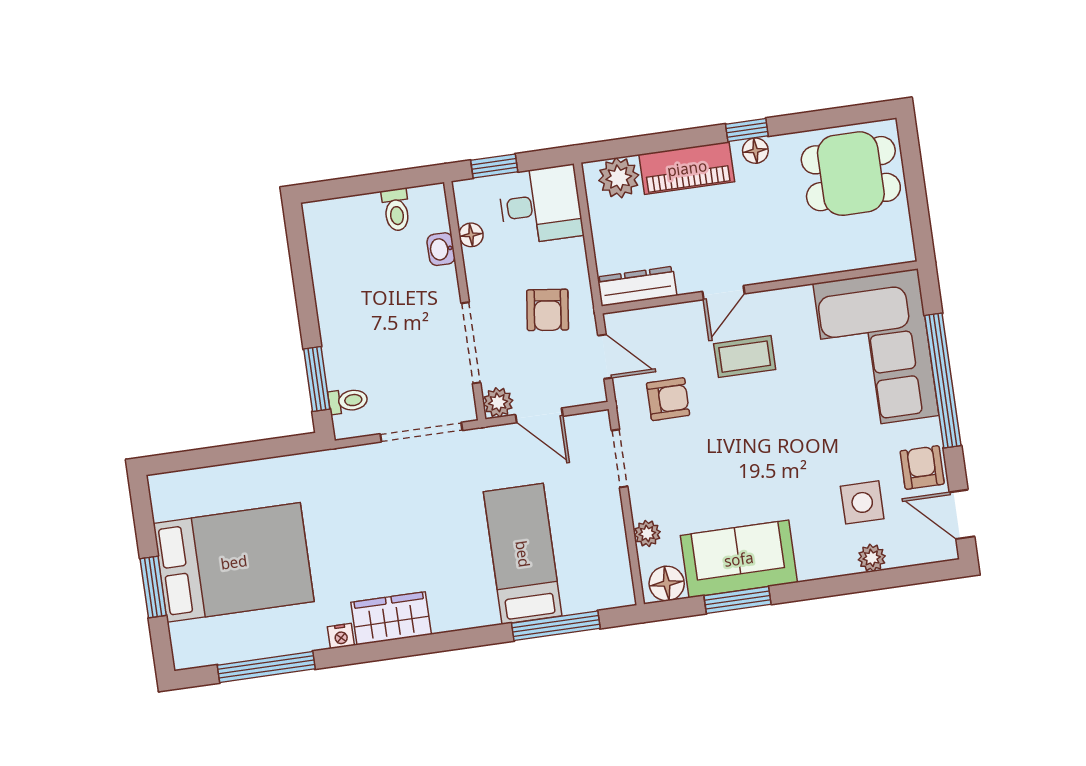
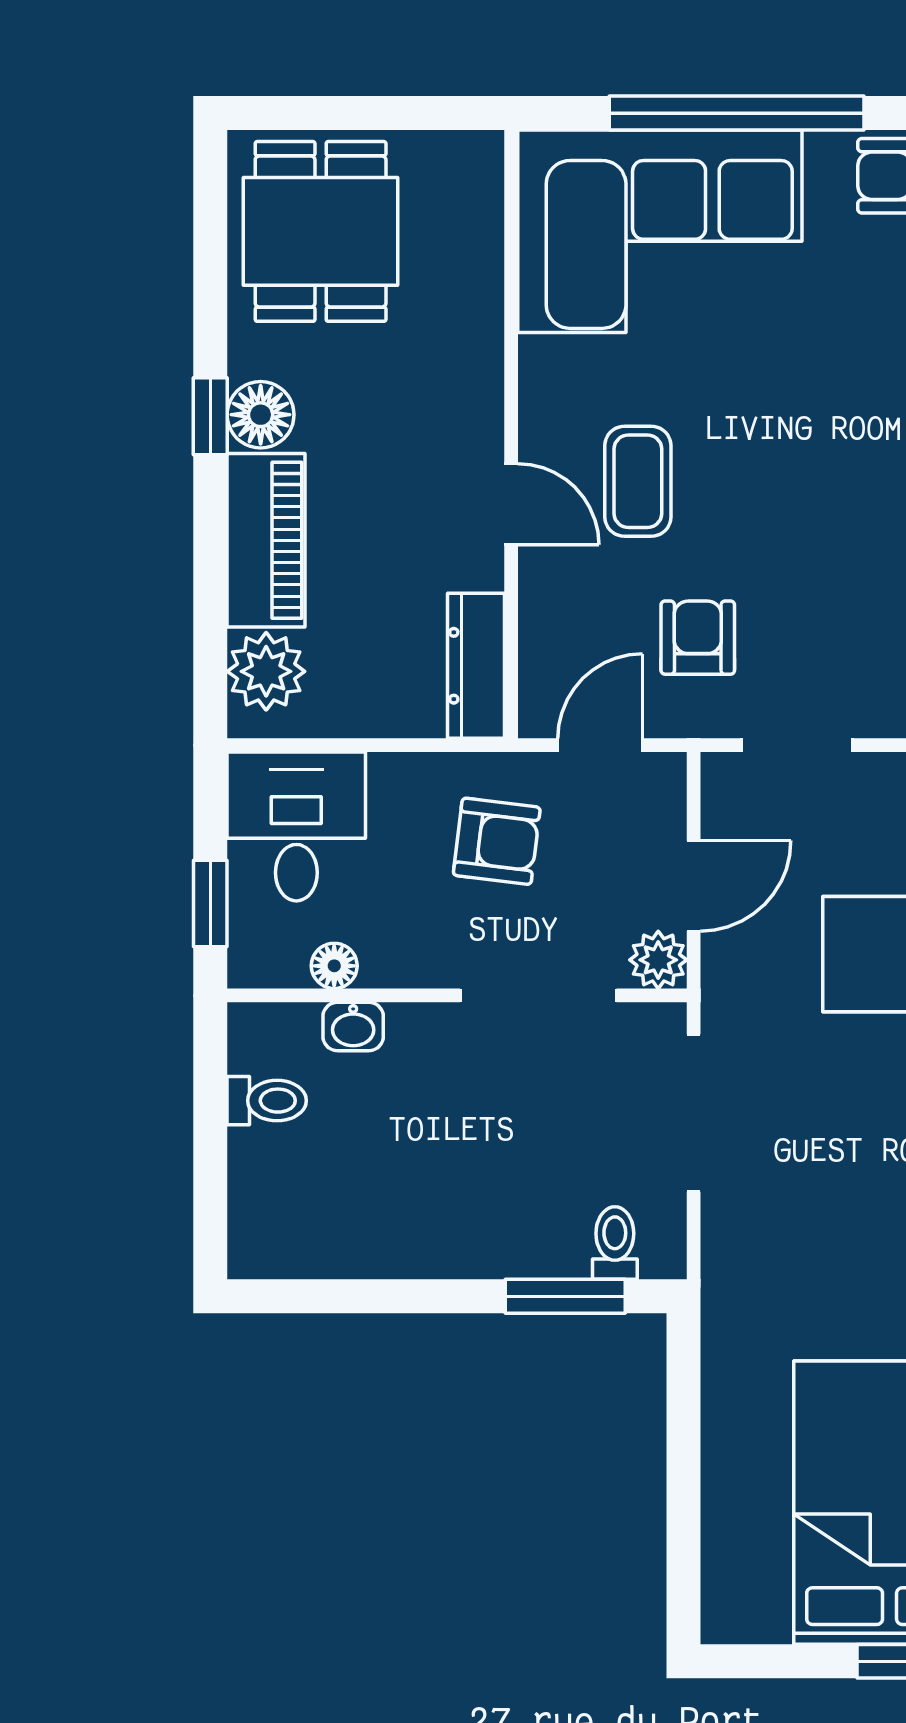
floor lamp: (755, 151) -> (261, 415), width x1.37, depth x1.37

